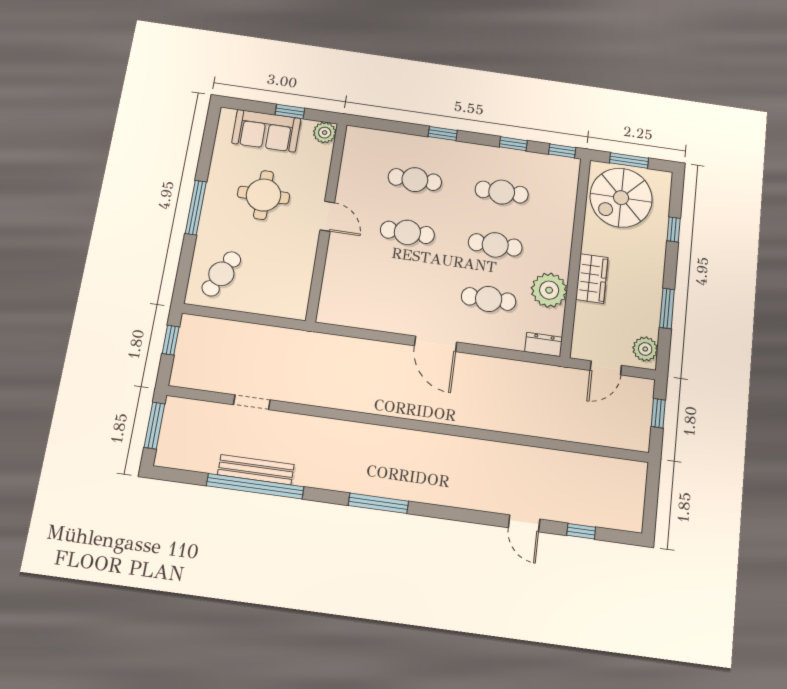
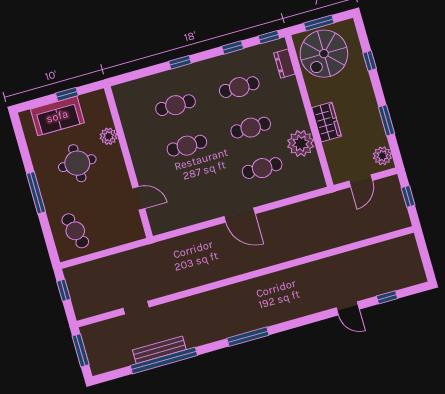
plant: (325, 133) -> (109, 136), moved
door: (327, 216) -> (139, 198), moved
cafe table: (221, 274) -> (75, 231), turned -42
dresser: (544, 345) -> (284, 64), moved, turned -90

